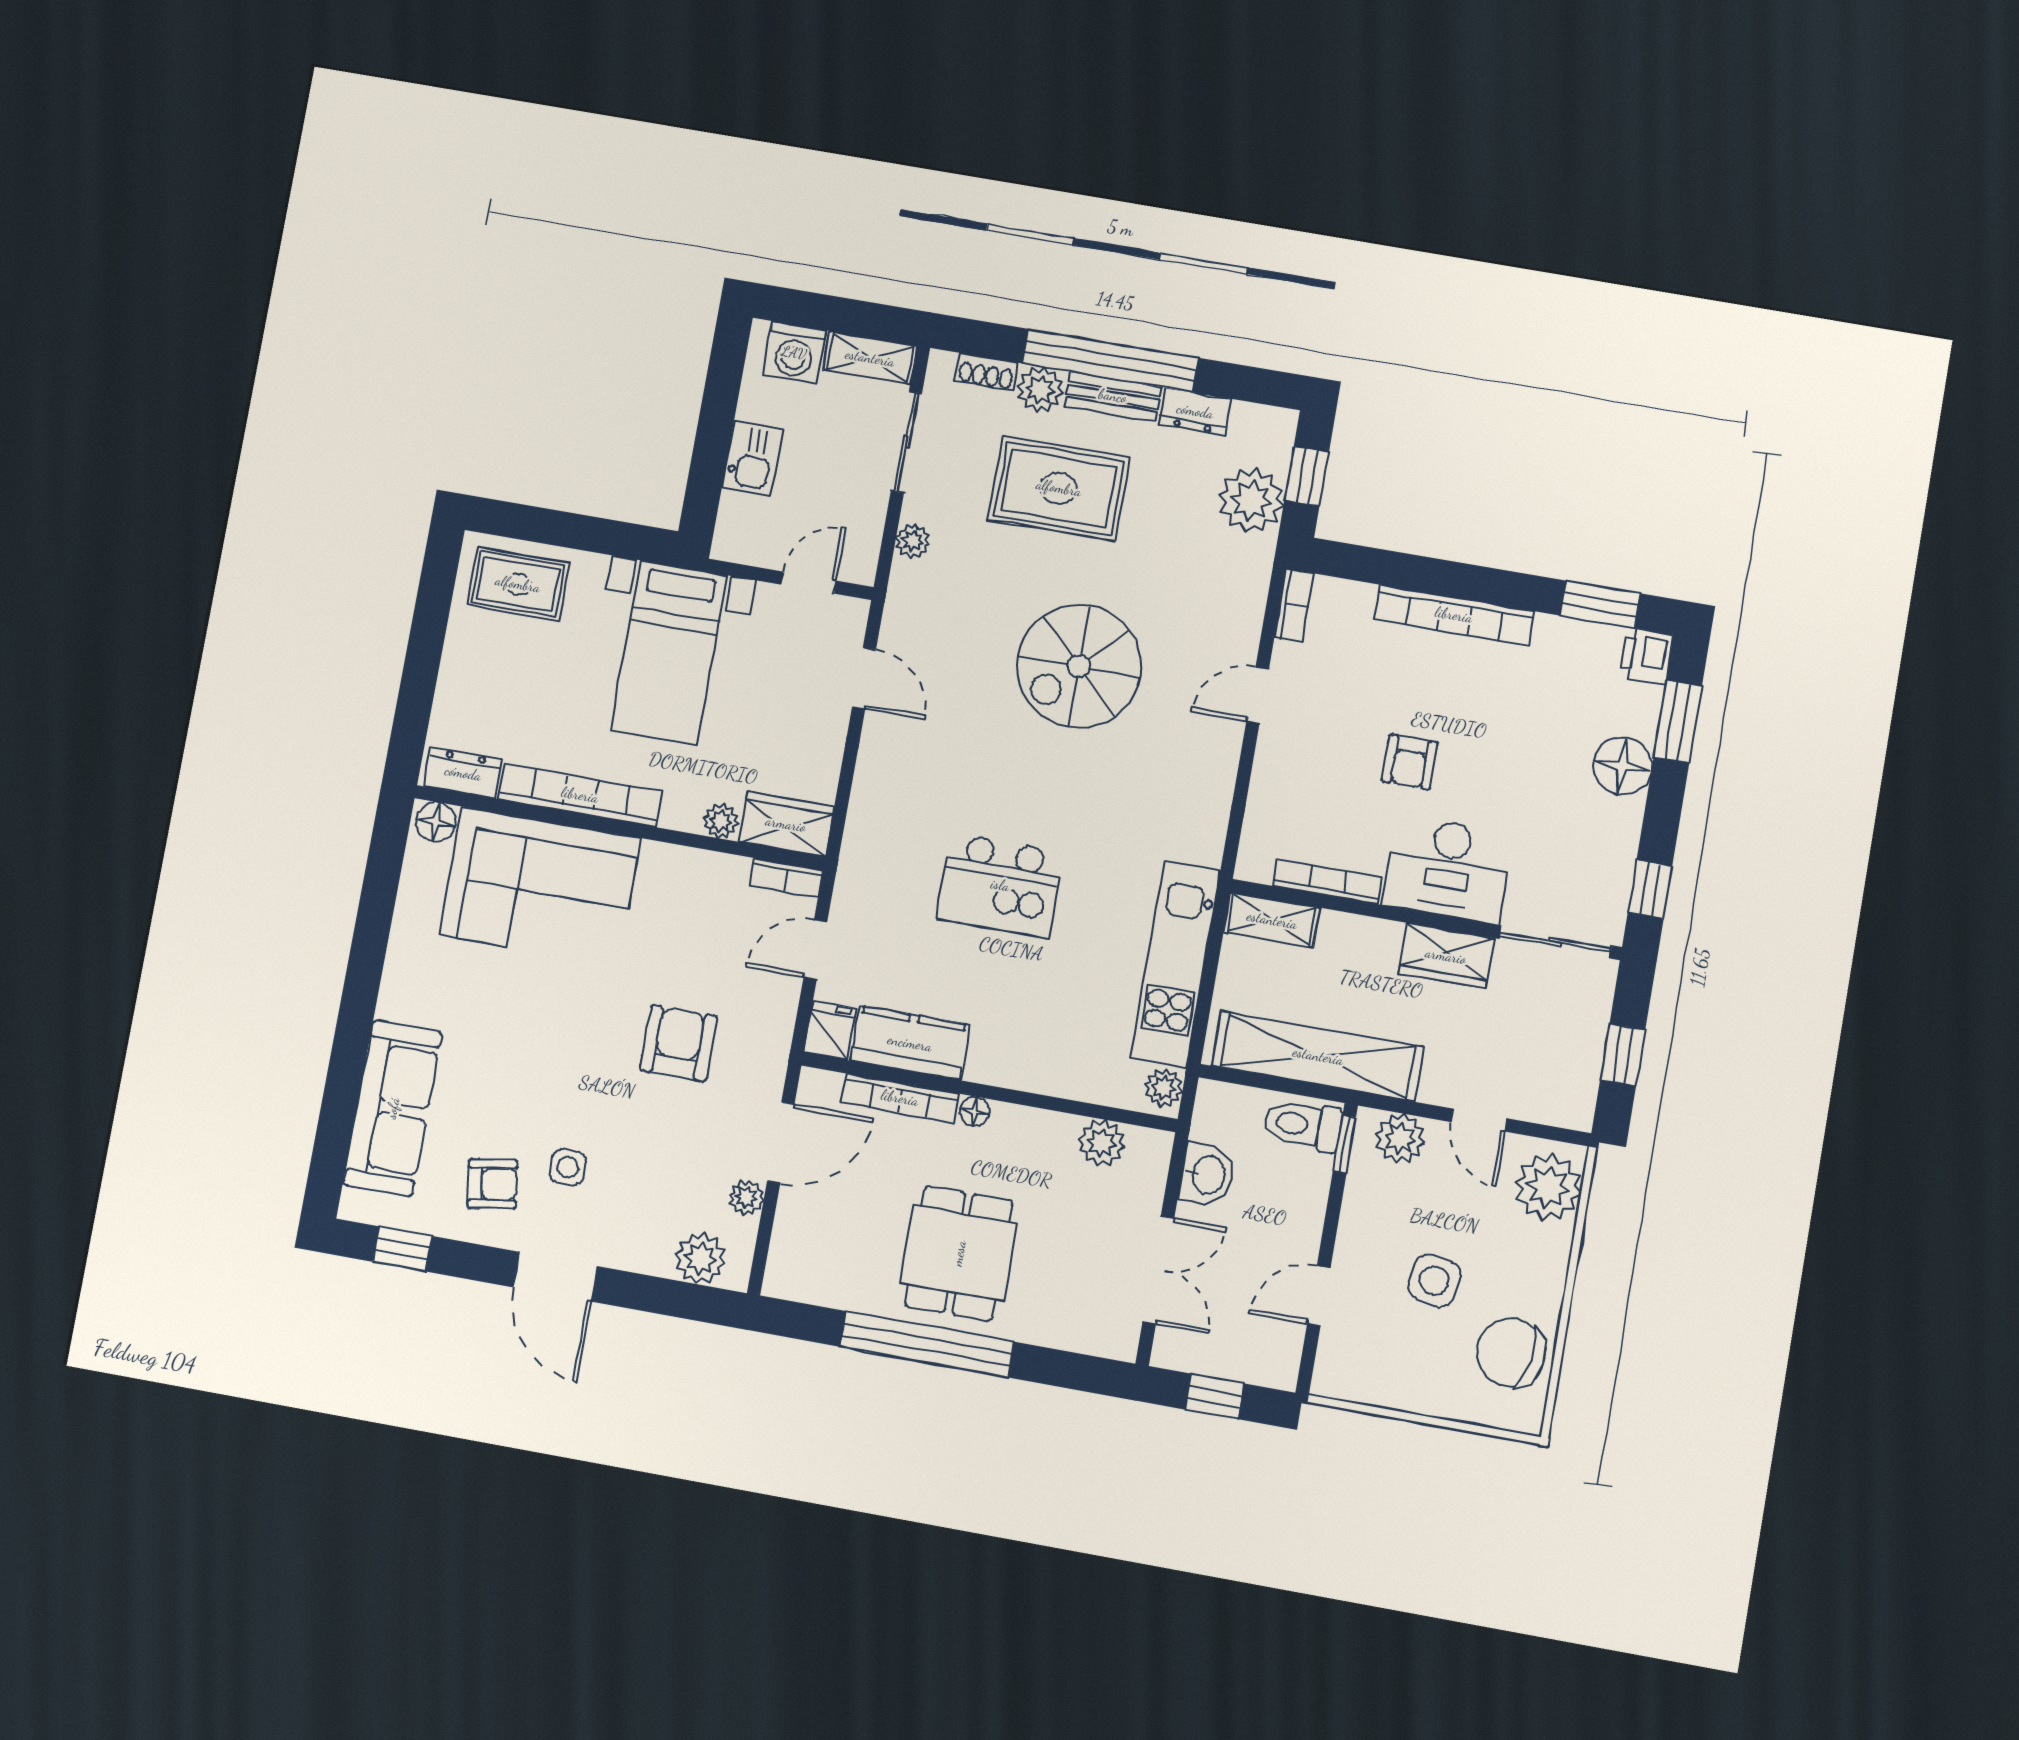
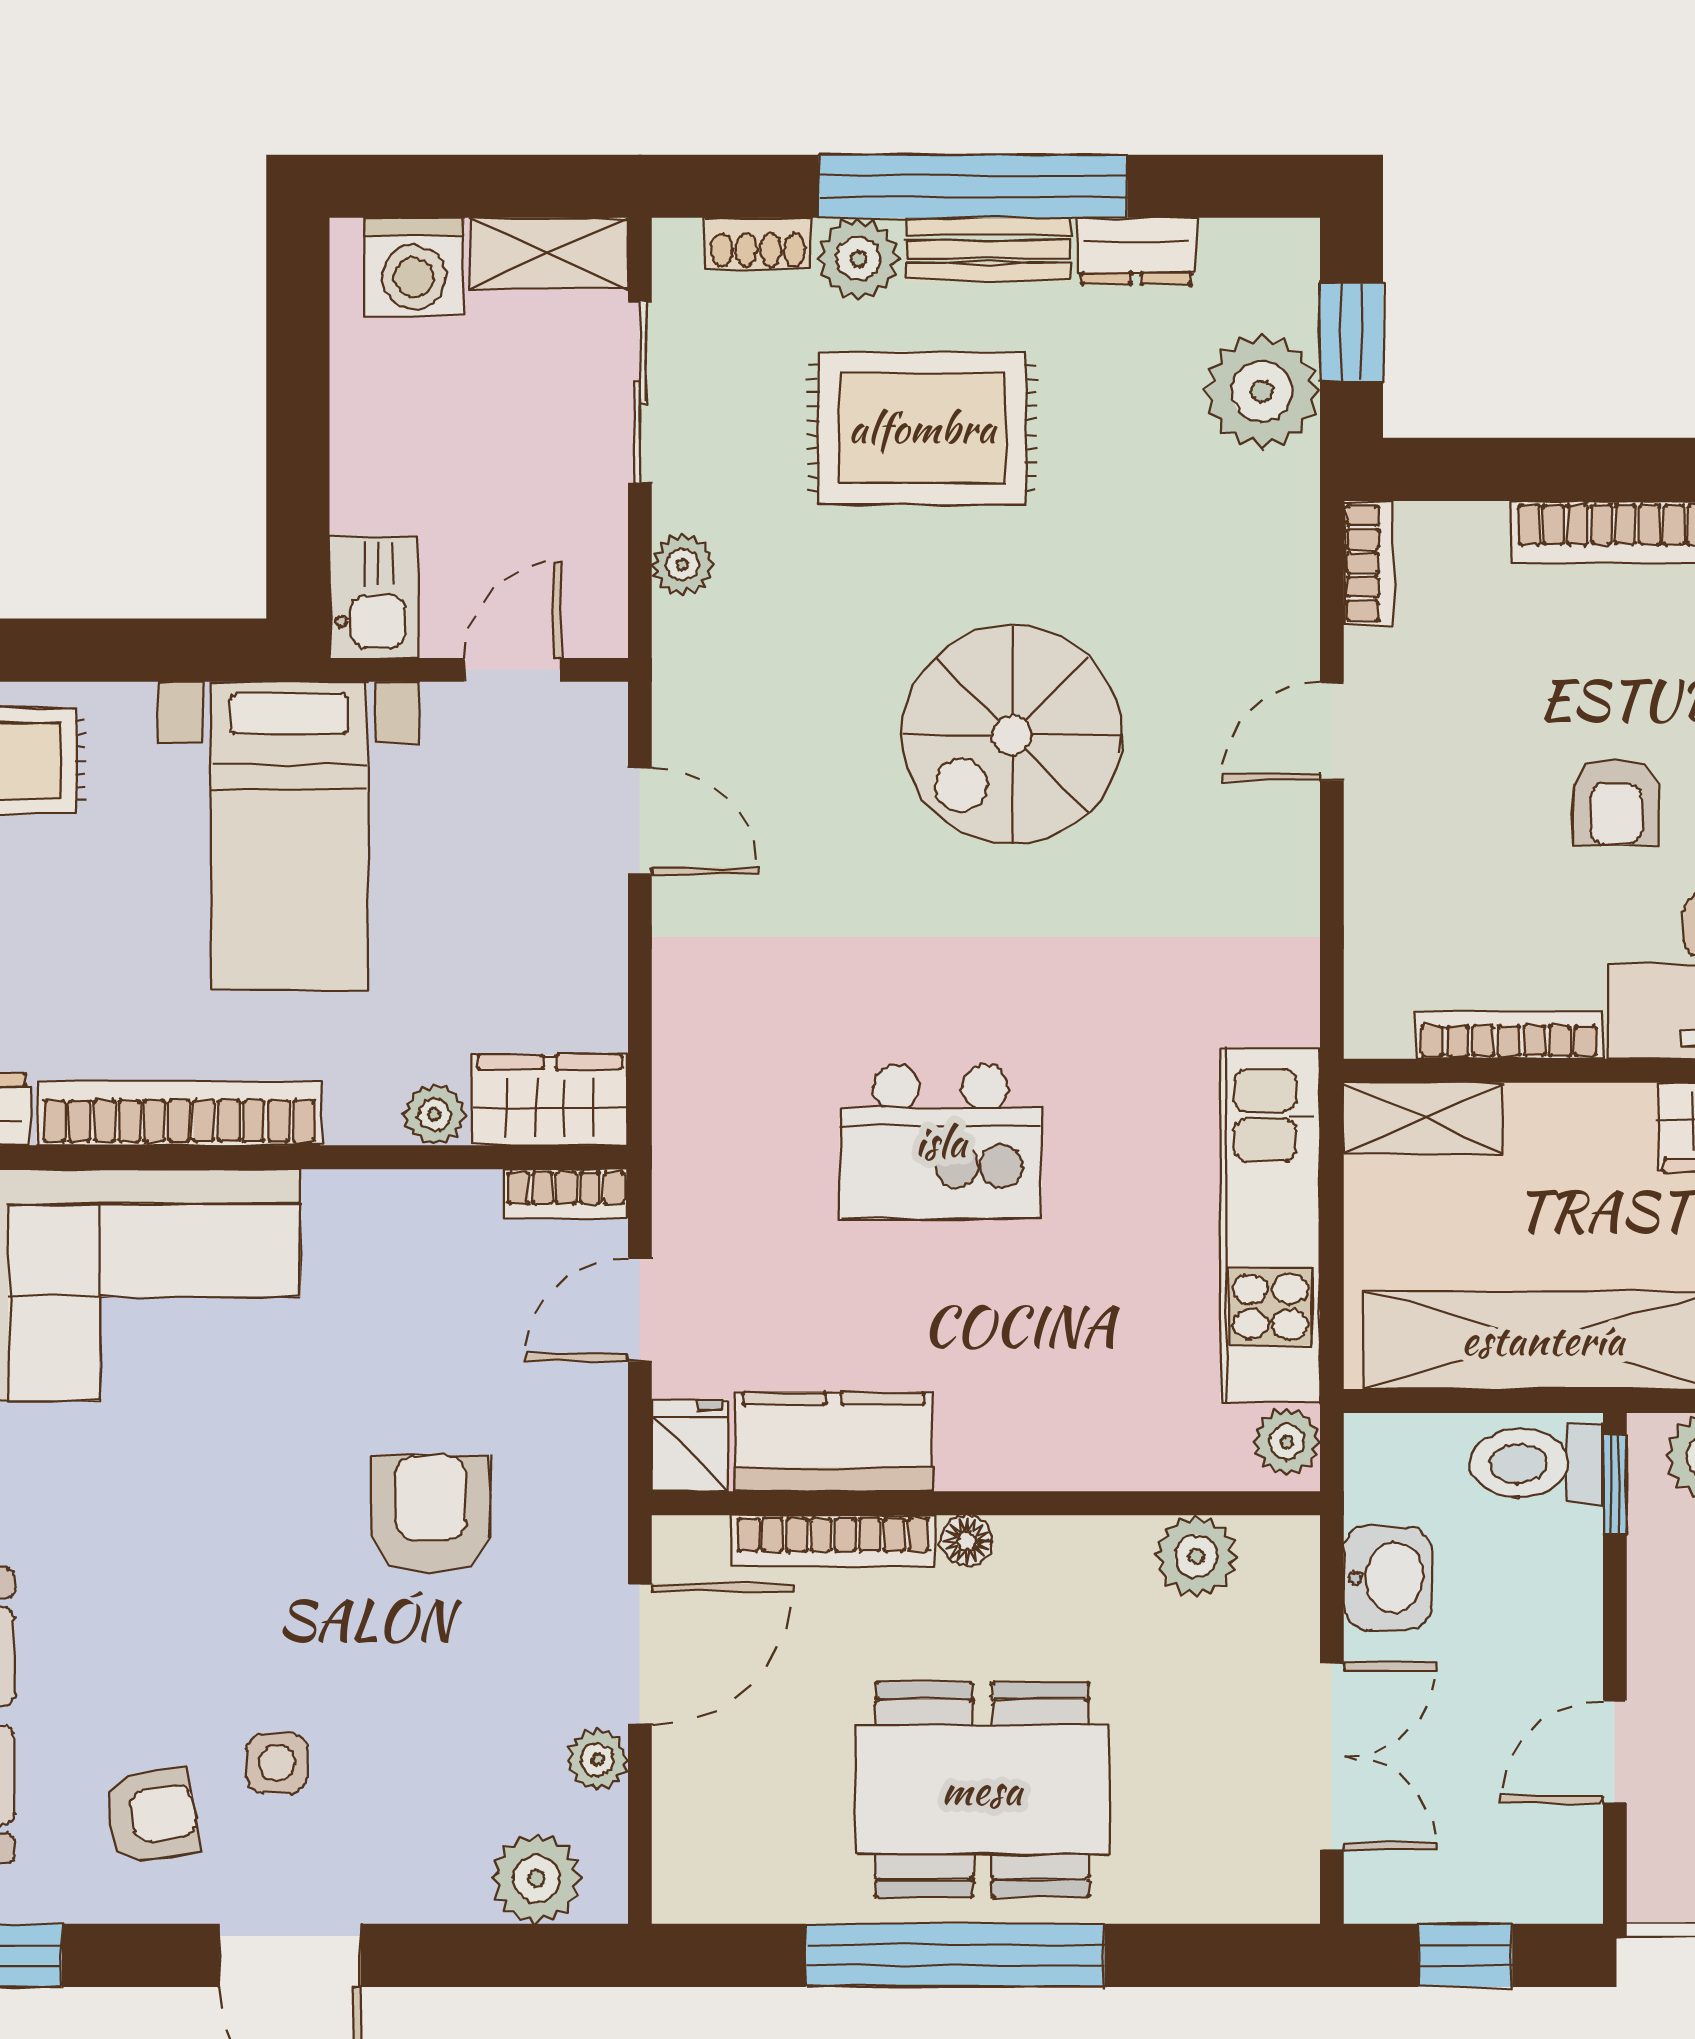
kitchen sink: (752, 458) -> (374, 597), moved
dining table: (959, 1253) -> (982, 1790), width x1.37

